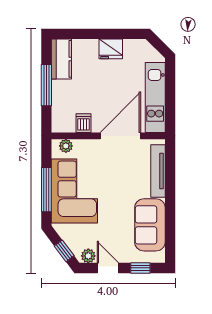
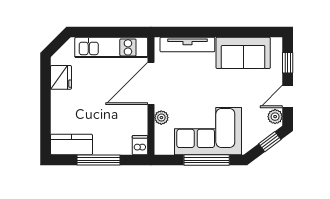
fridge: (111, 49) -> (61, 77), moved
dishwasher: (84, 123) -> (140, 145), moved, turned 90
door: (120, 136) -> (151, 83), hinge flipped
plant: (66, 146) -> (161, 118), moved

